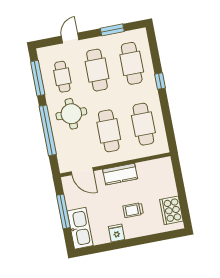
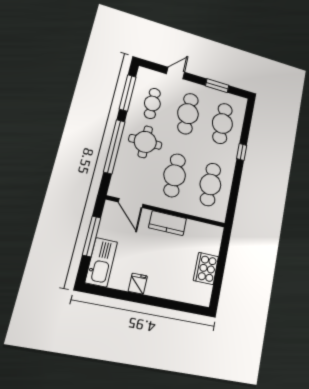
trolley: (133, 210) -> (165, 266), removed
cooker: (171, 210) -> (206, 268), moved

